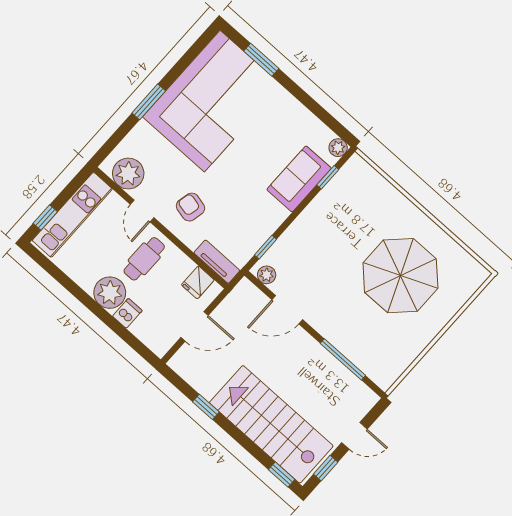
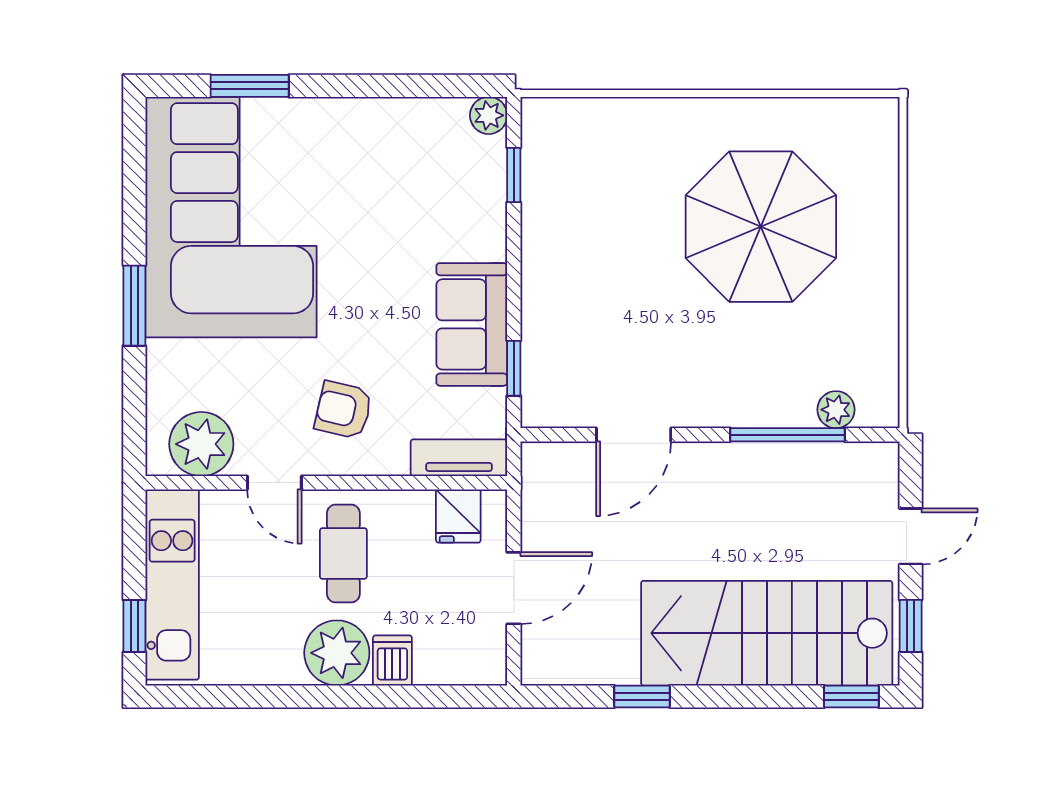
sofa: (299, 179) -> (472, 324), moved
plant: (267, 275) -> (836, 410), moved

